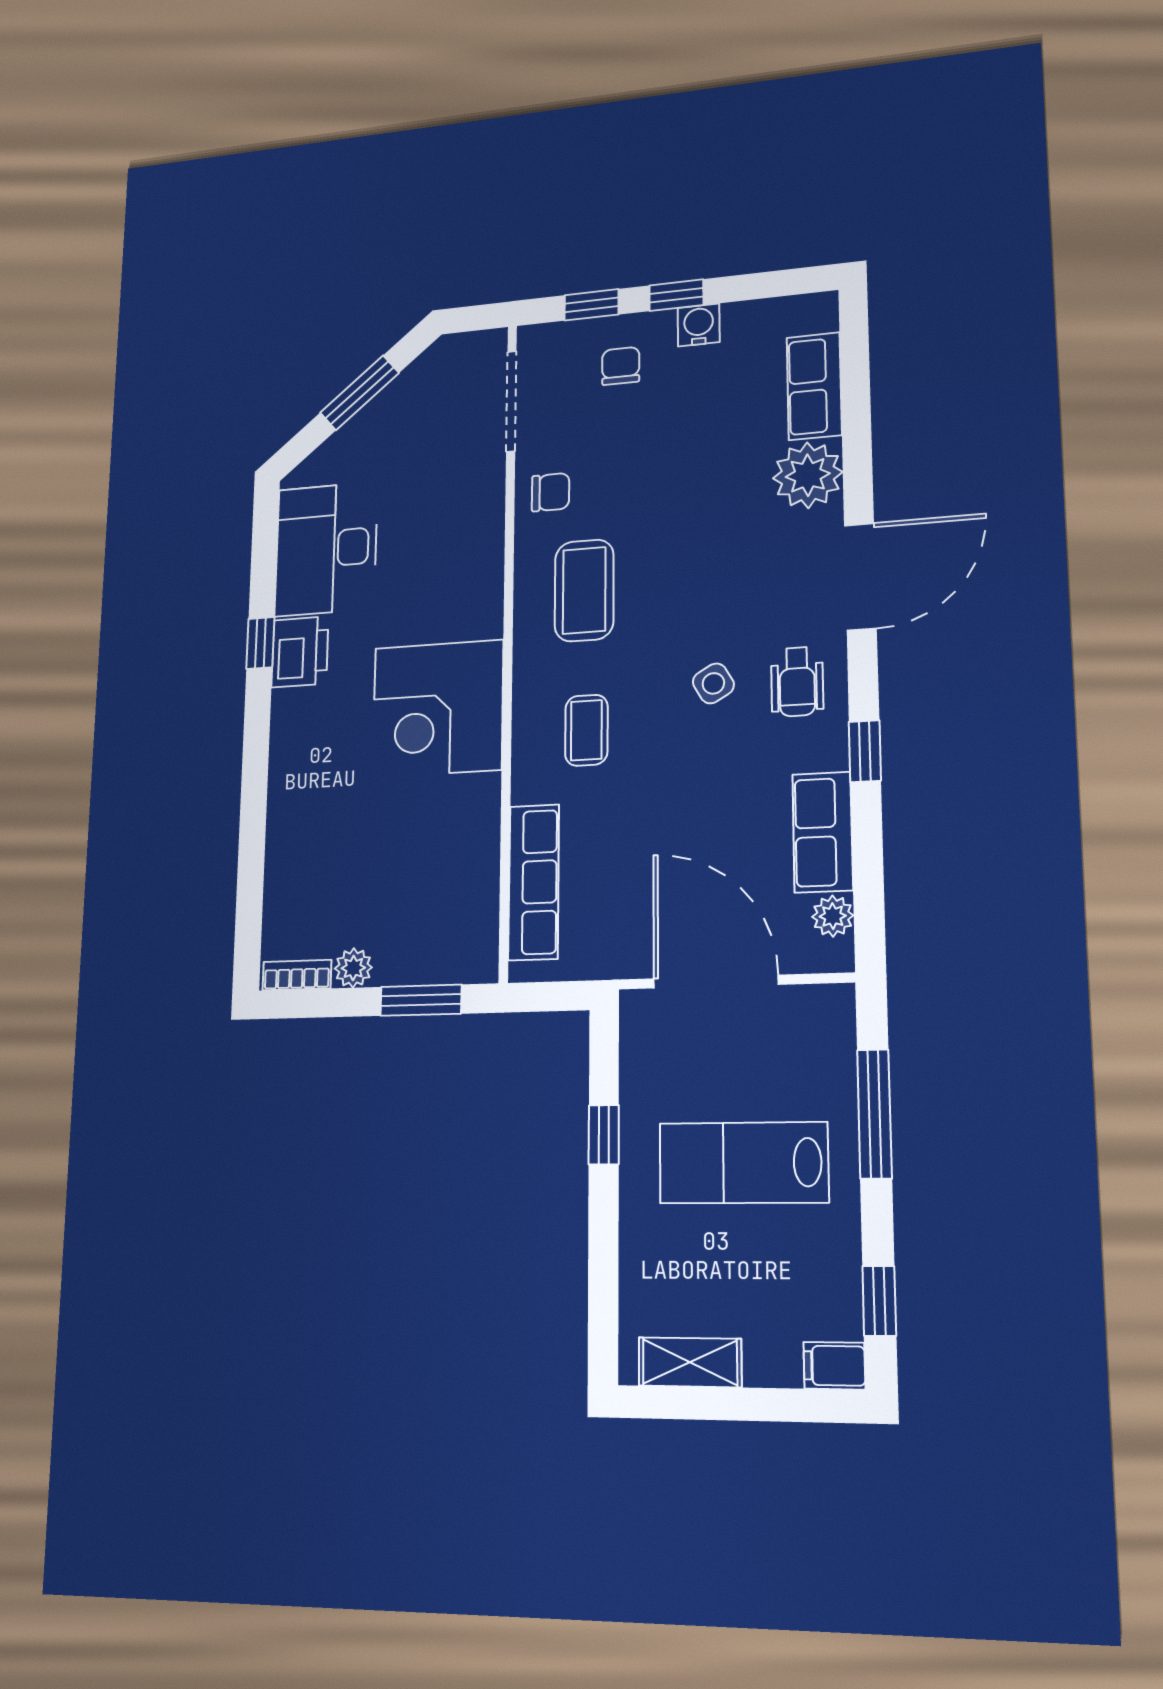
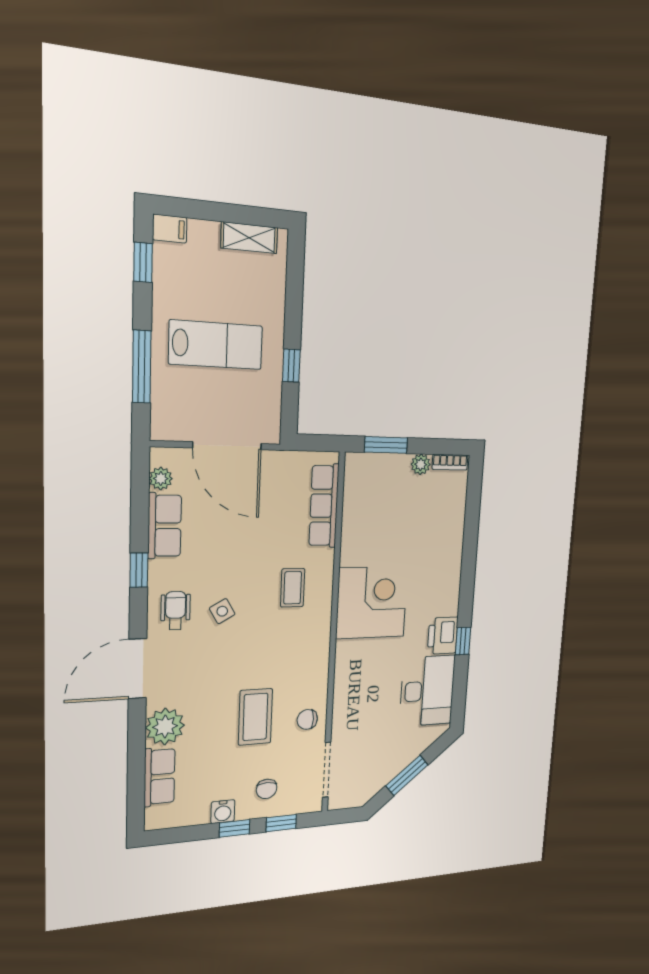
coffee table: (584, 590) -> (255, 717), moved

